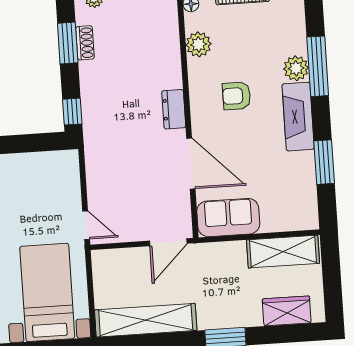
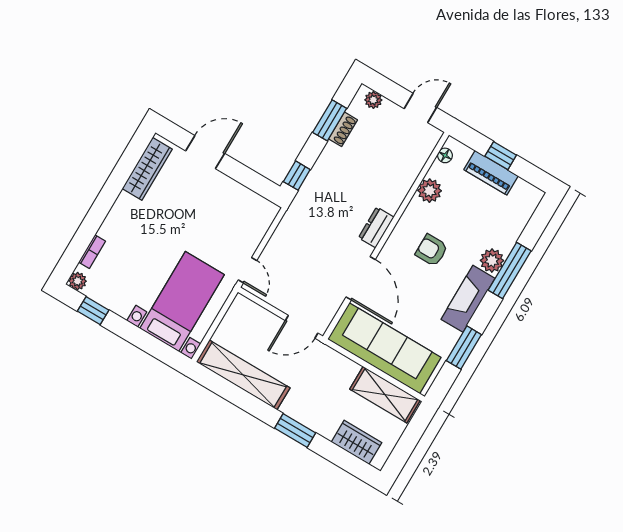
sofa: (228, 218) -> (384, 348), width x1.85, depth x1.27

